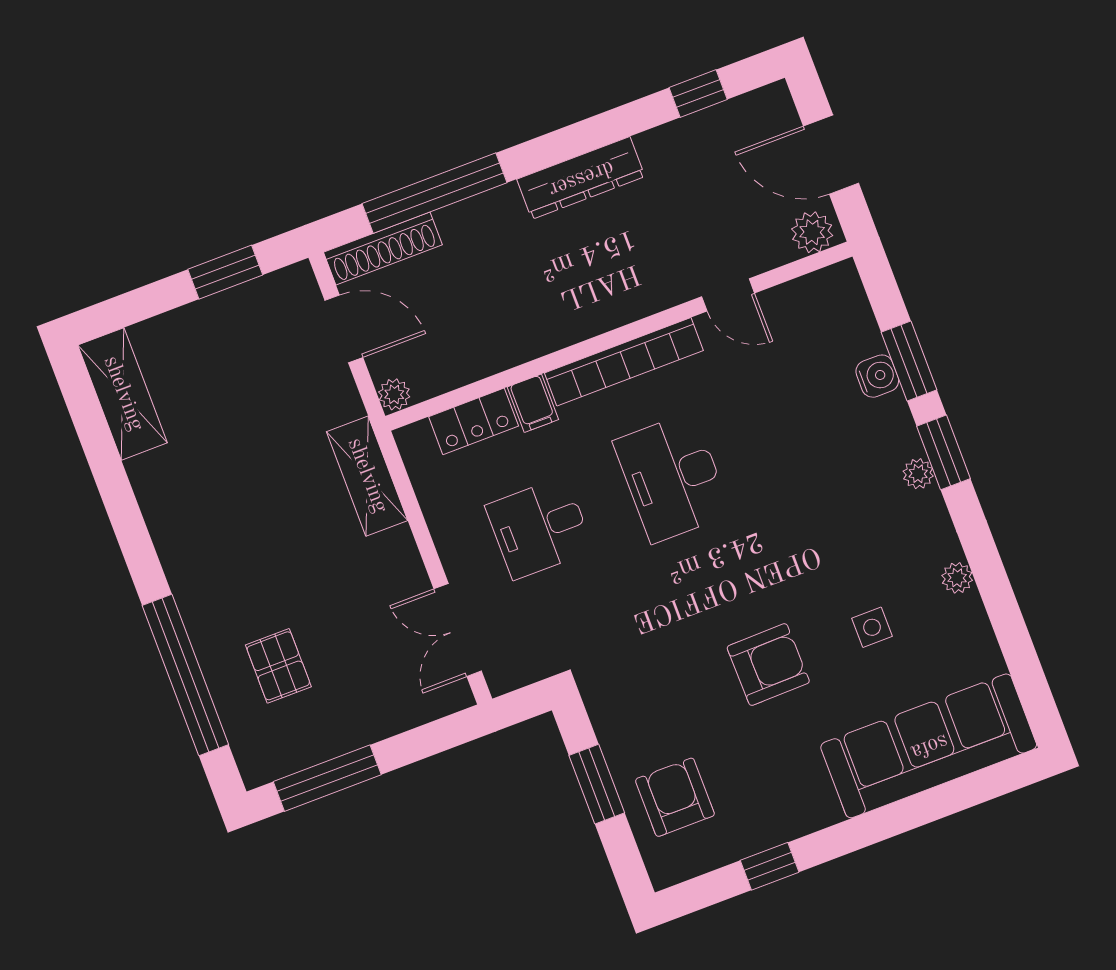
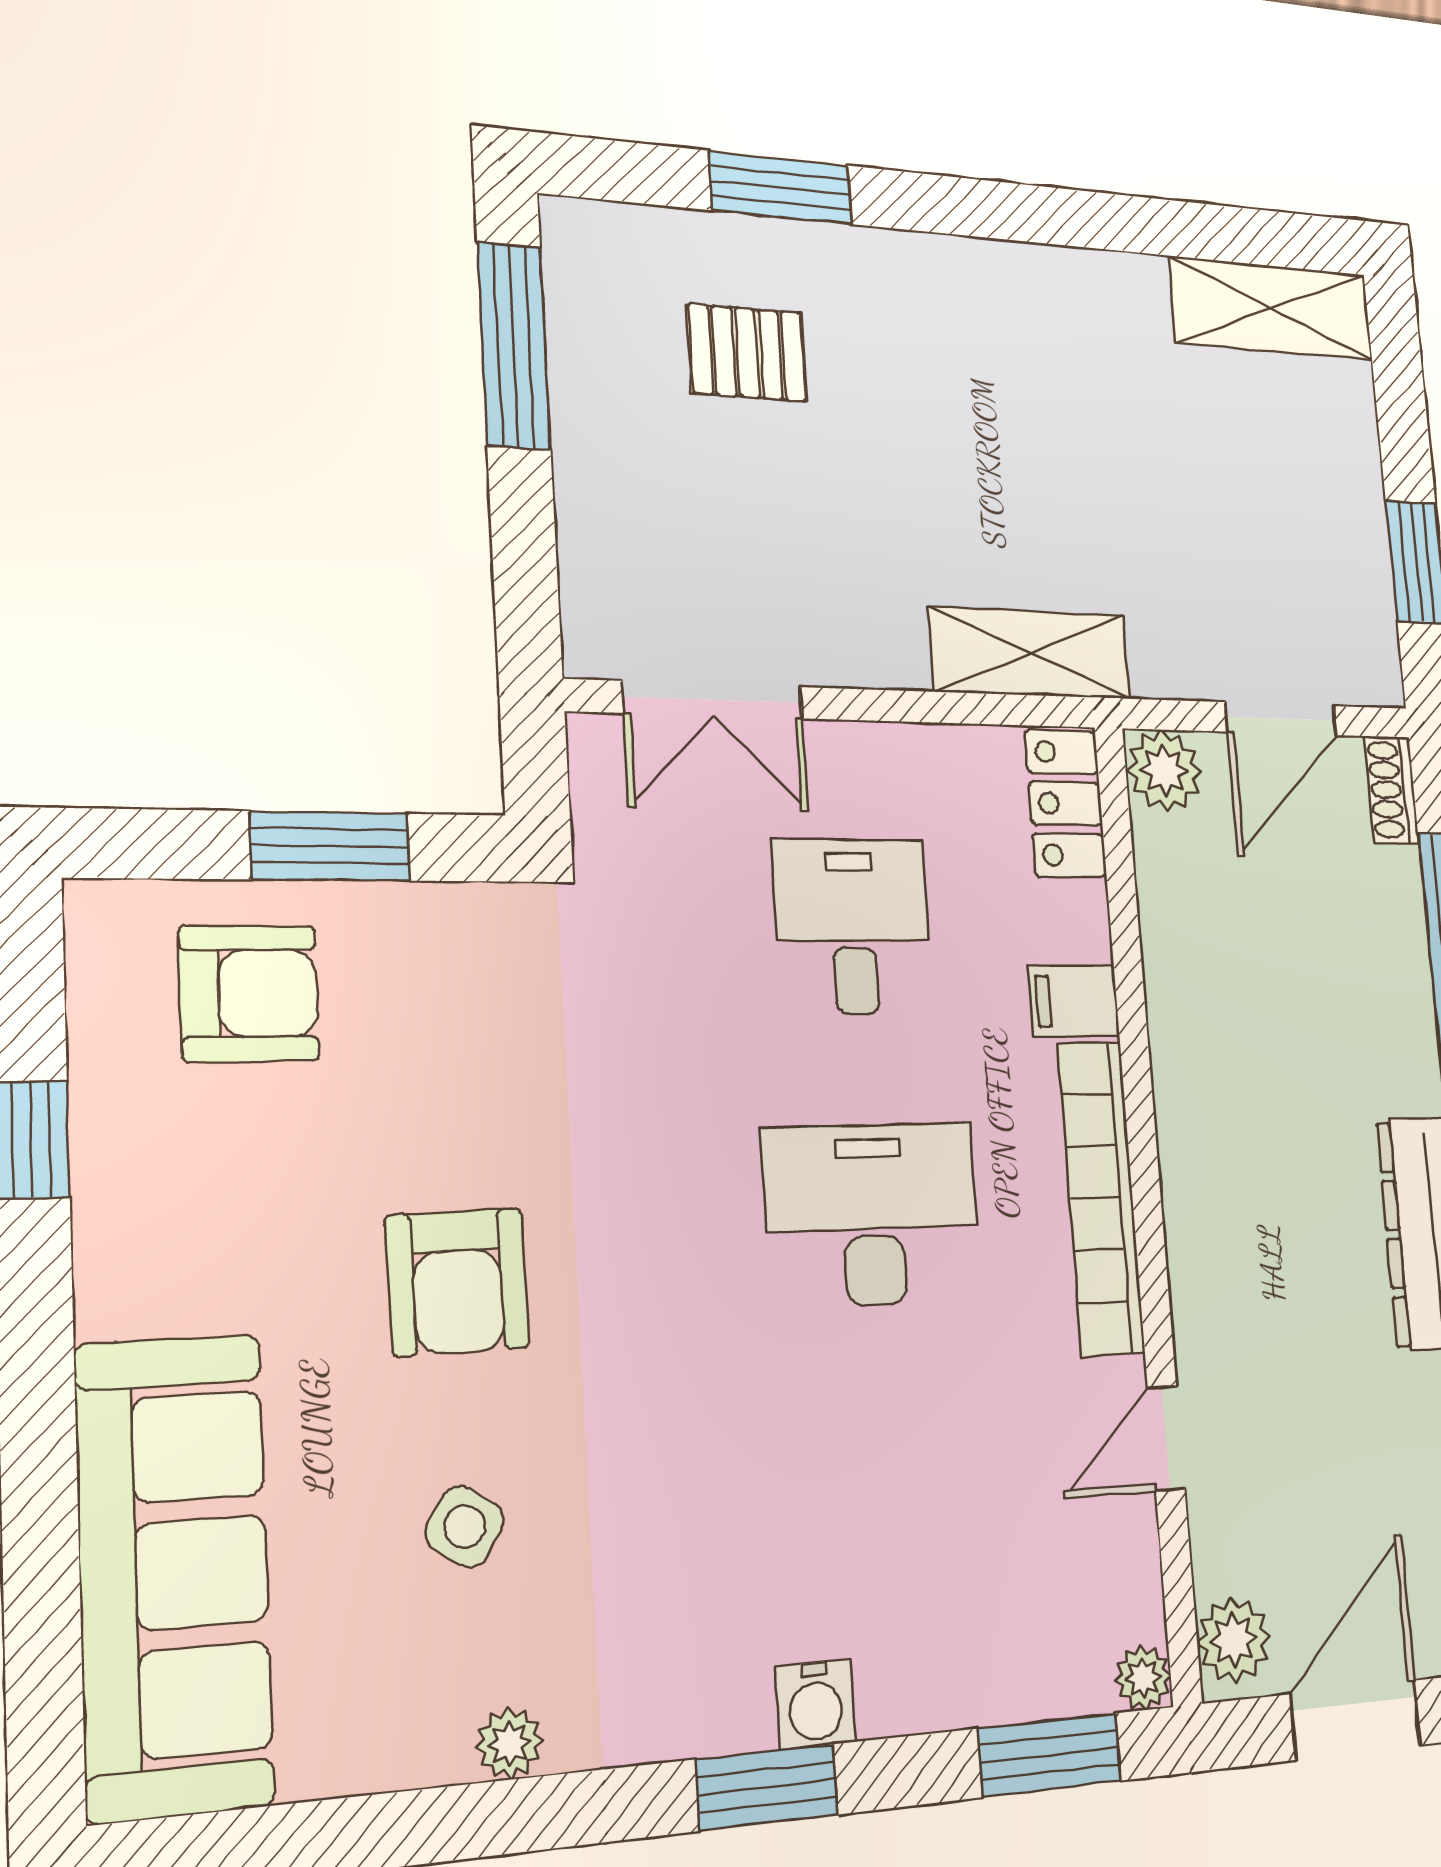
shoe rack: (383, 248) -> (1392, 790), width x0.51, depth x0.81
window: (909, 361) -> (1050, 1755), moved
water cooler: (877, 376) -> (815, 1704), moved
plant: (394, 394) -> (1164, 771), width x1.38, depth x1.38
locker: (474, 421) -> (1065, 803), moved
plant: (918, 474) -> (1143, 1678), moved
side table: (872, 627) -> (465, 1527), turned 33
double door: (458, 630) -> (713, 700), swing flipped
window: (185, 675) -> (781, 188), width x0.47

